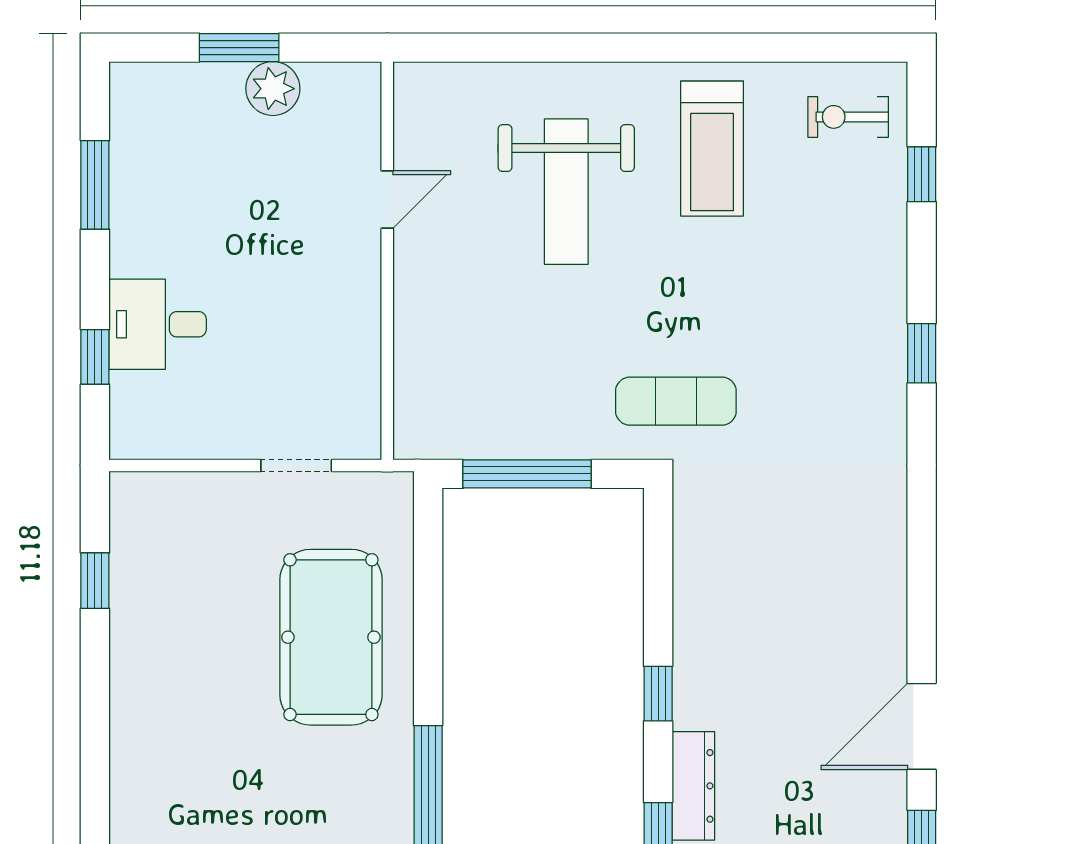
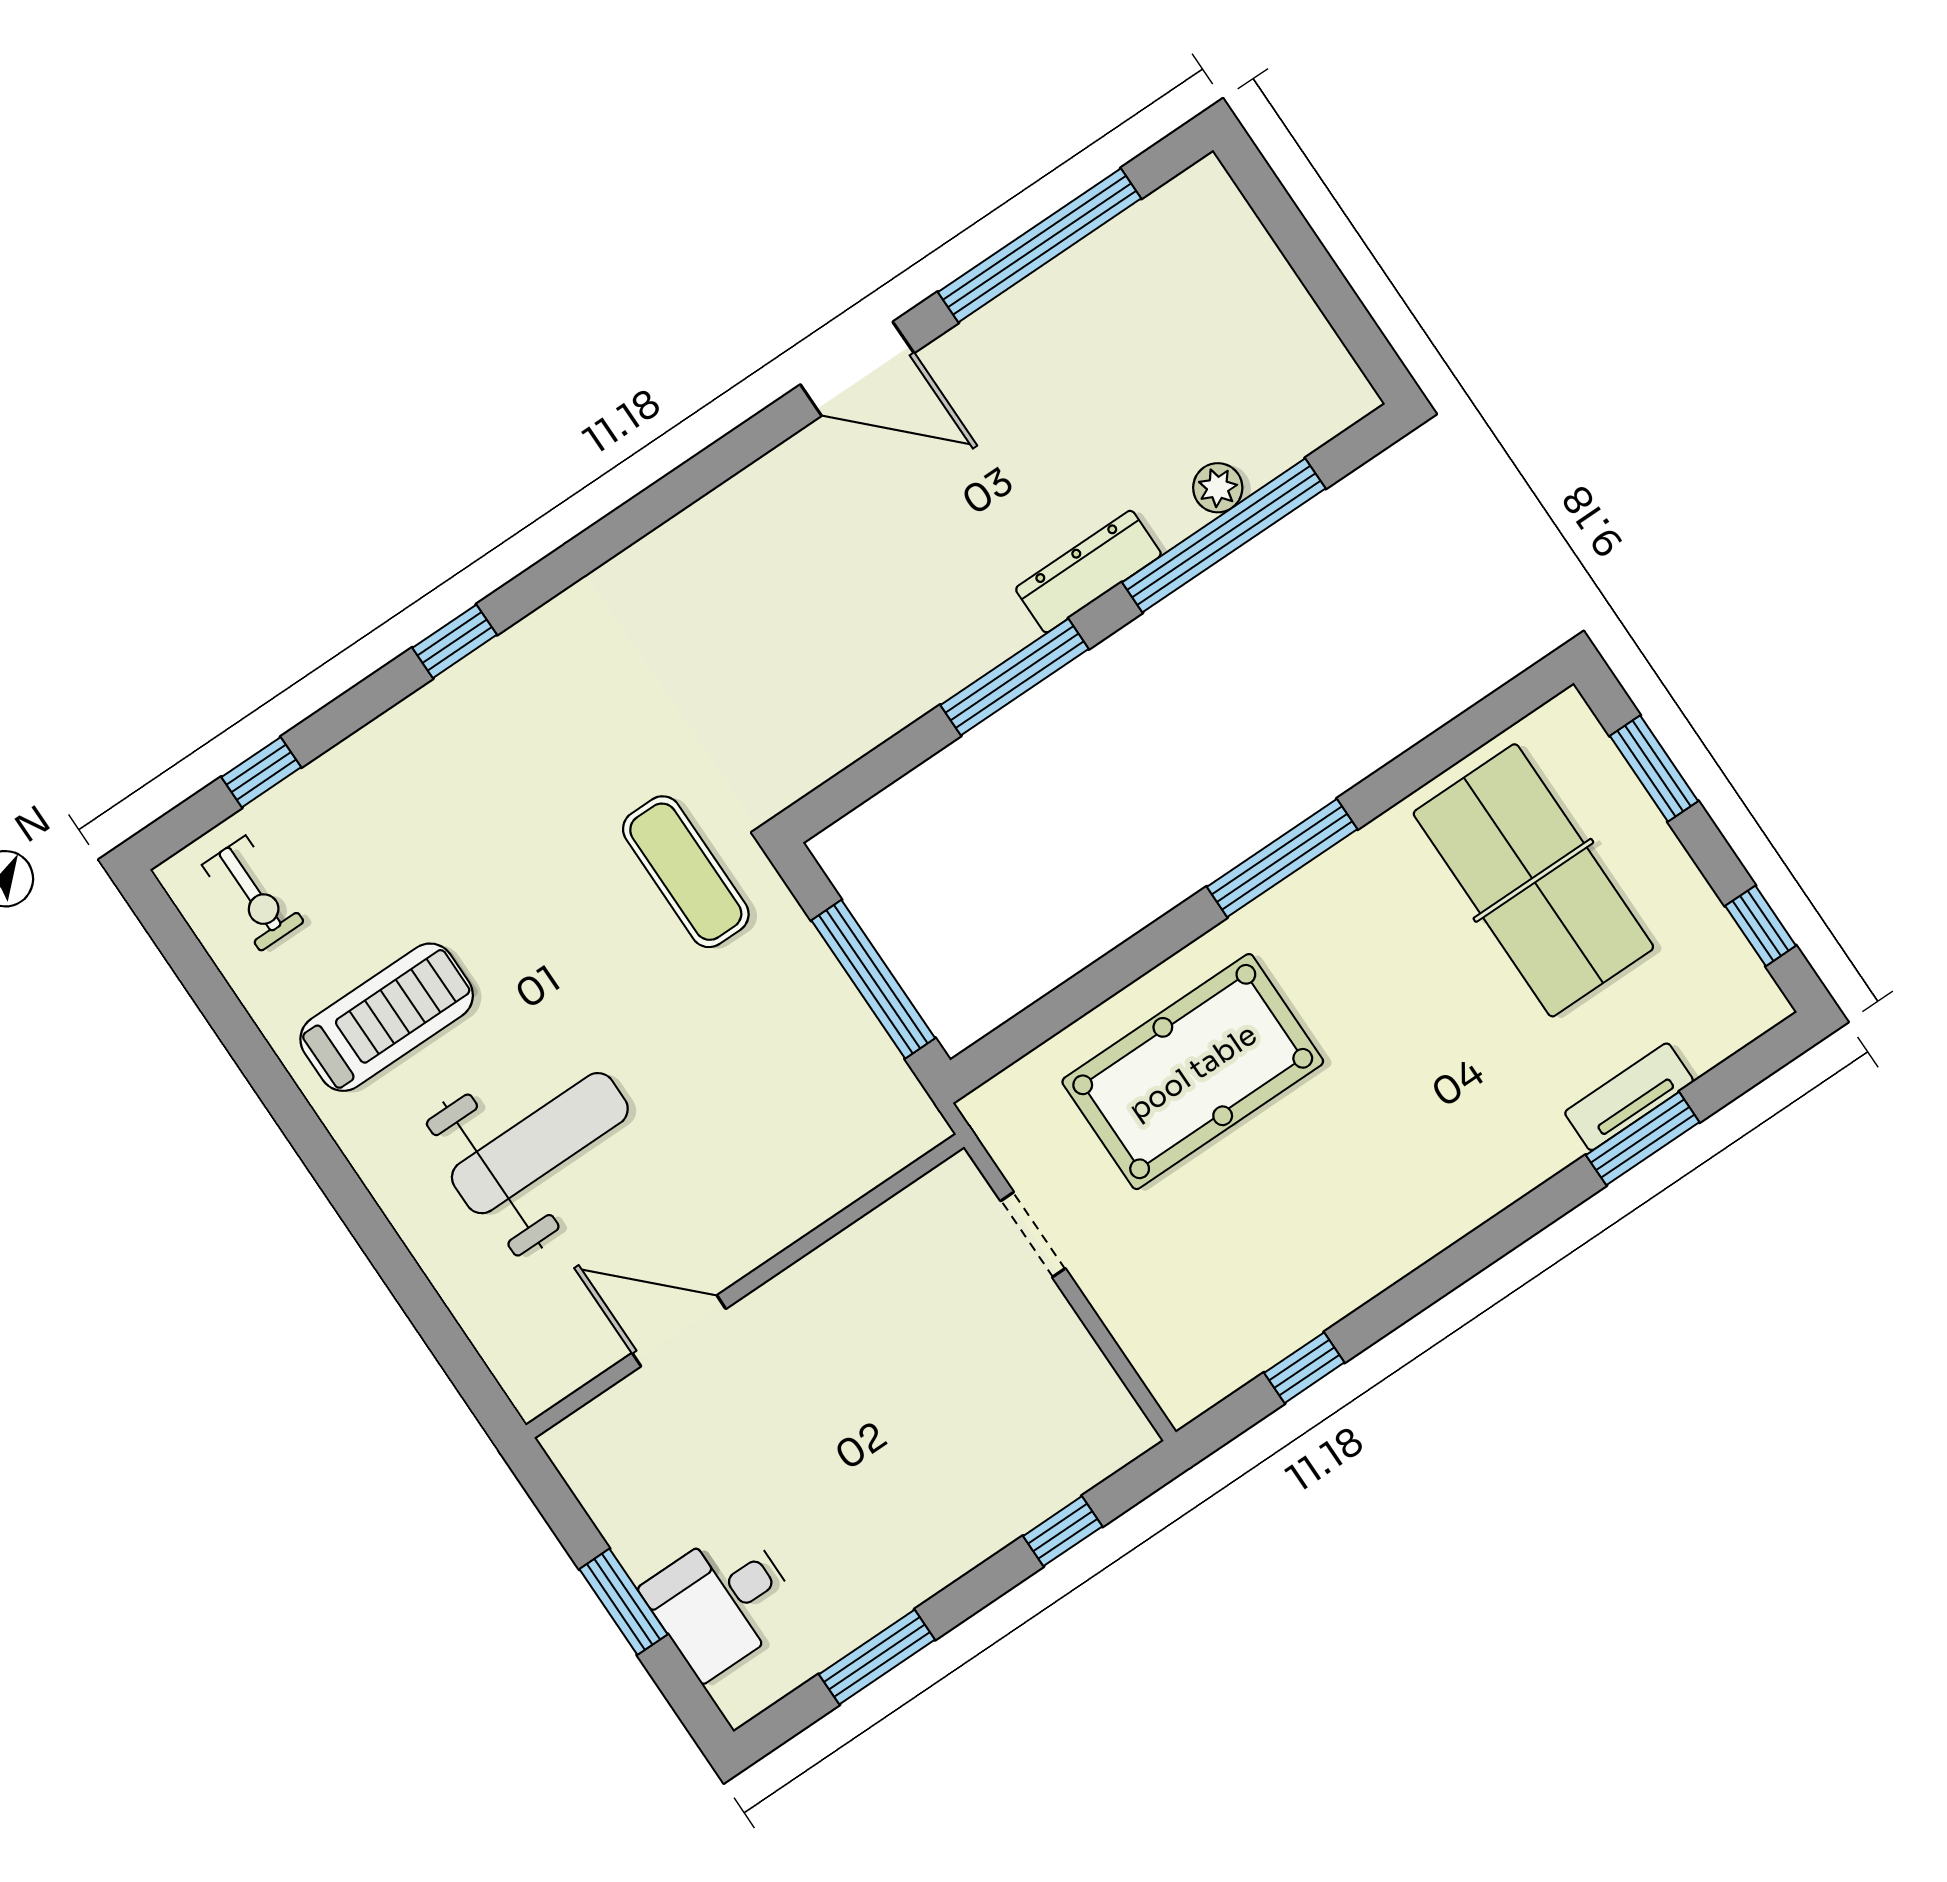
plant: (273, 89) -> (643, 1535), removed
door: (387, 199) -> (679, 1331), width x1.38
desk: (158, 324) -> (722, 1601), moved, turned 90
window: (658, 694) -> (1015, 677), width x2.17

